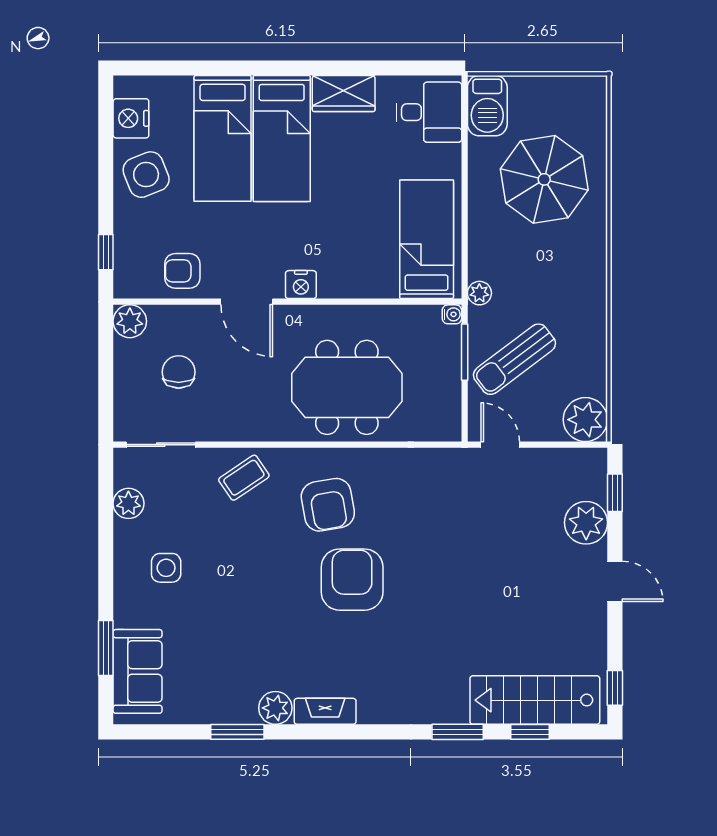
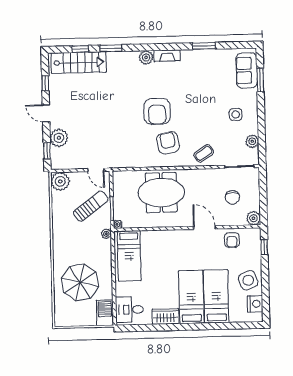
armchair: (182, 271) -> (232, 240), turned 90
nightstand: (301, 285) -> (182, 235), removed
window: (615, 688) -> (45, 83), moved
plant: (275, 708) -> (146, 57), moved

